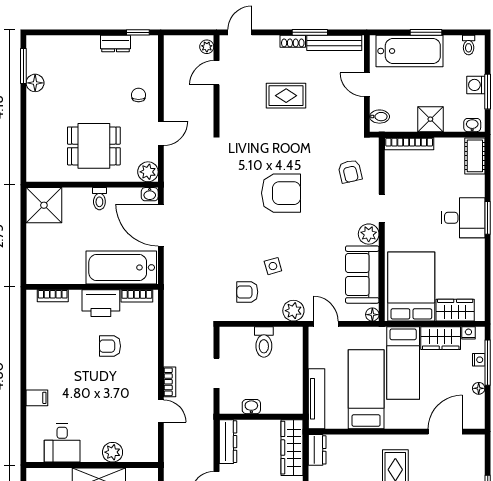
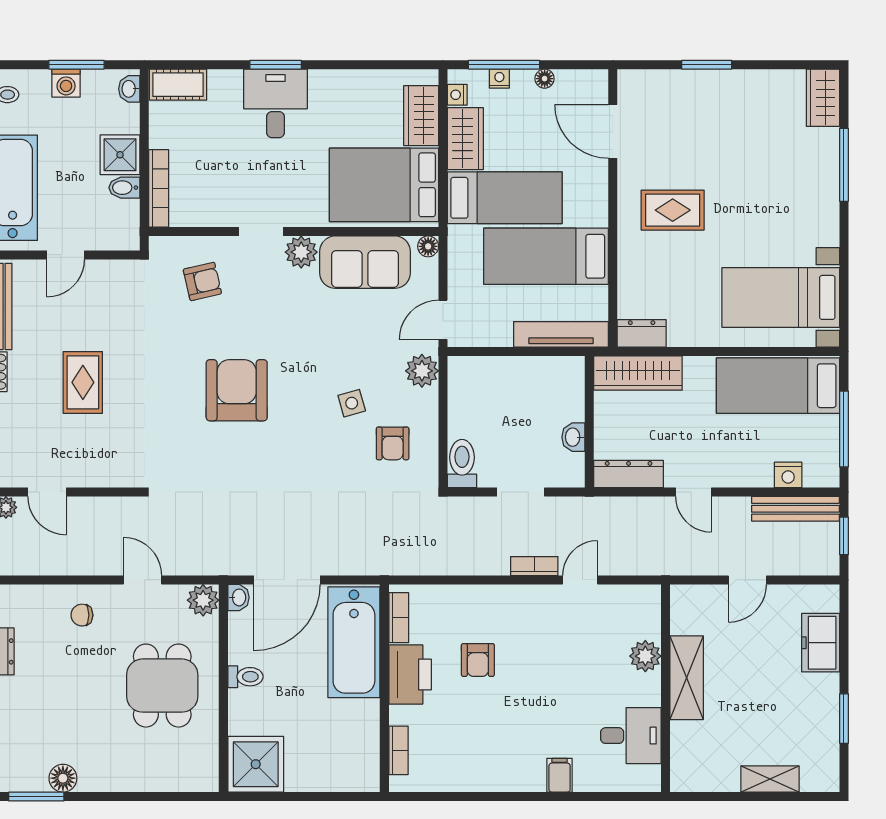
bidet: (380, 117) -> (124, 188), moved, turned -90
toilet: (264, 342) -> (462, 464), moved, turned -90

